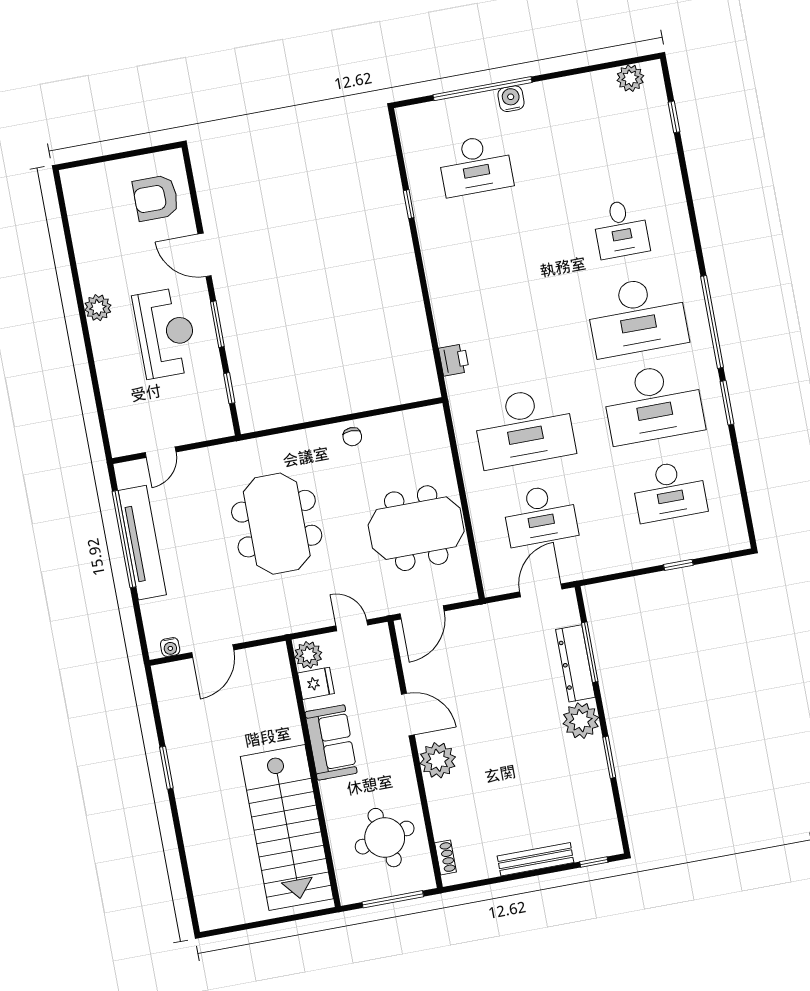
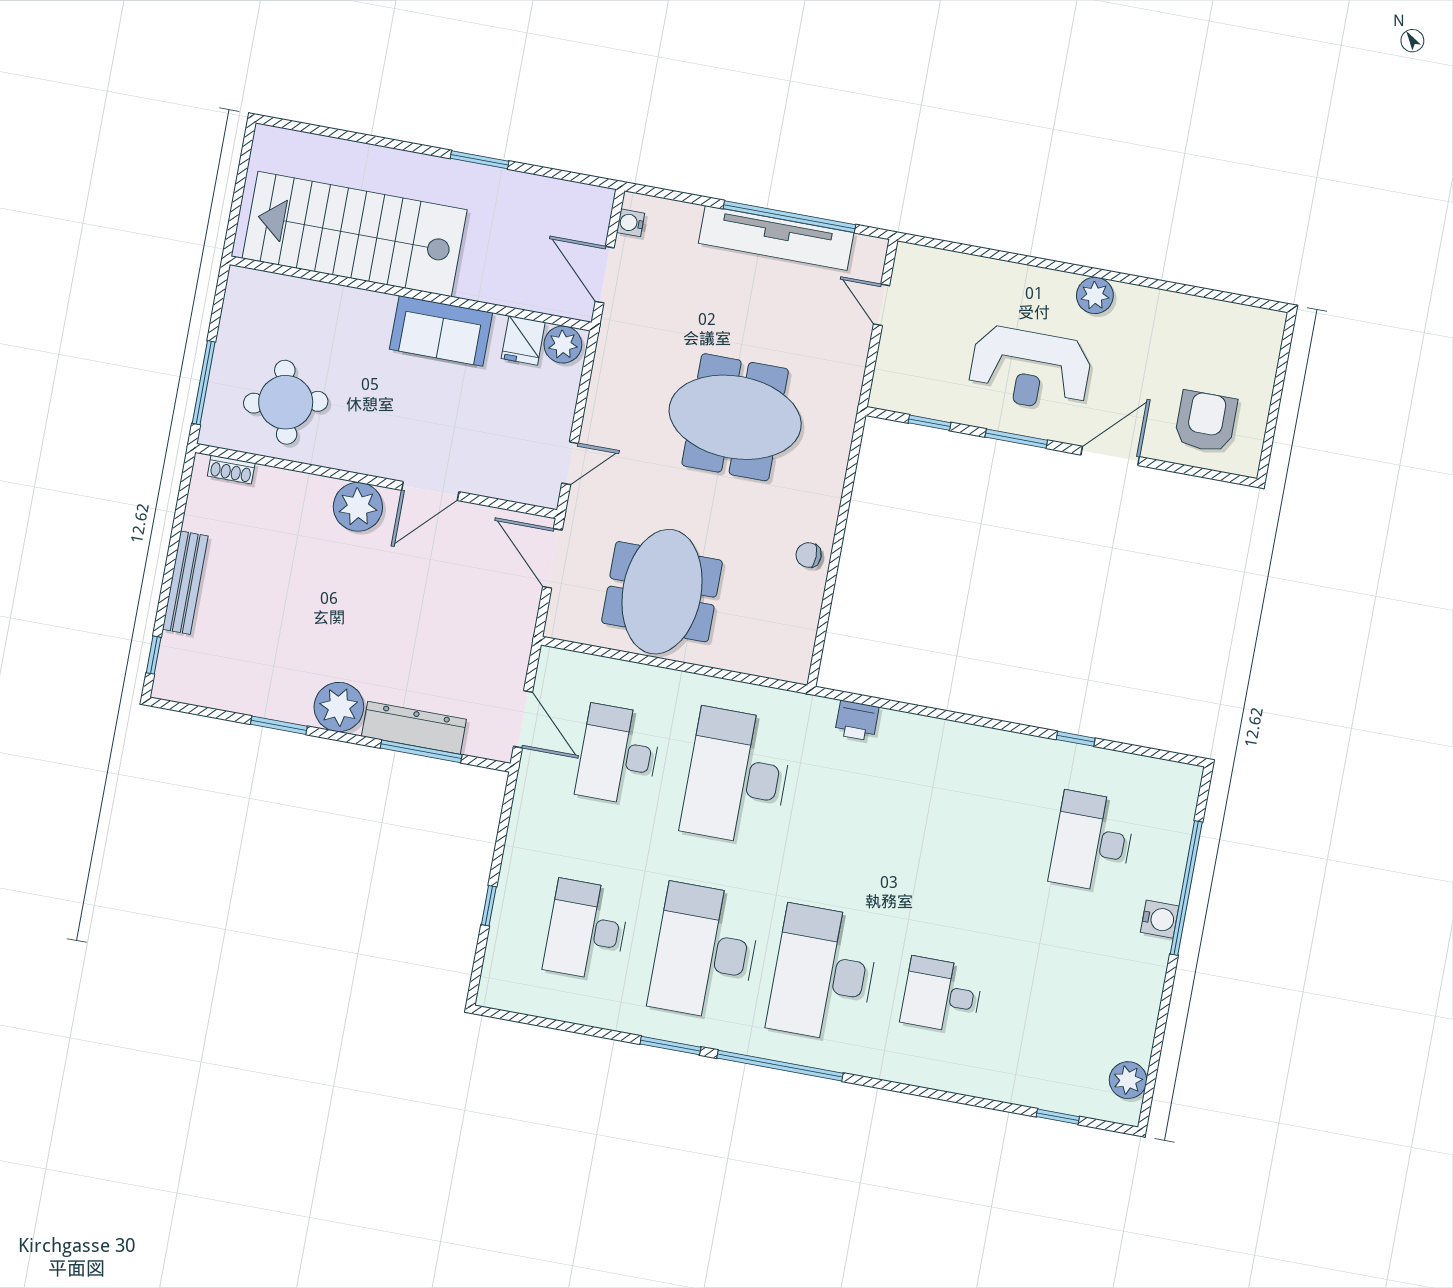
plant: (308, 655) -> (563, 344), moved
fridge: (316, 683) -> (523, 340), moved
sofa: (331, 742) -> (441, 331), moved
wall: (313, 773) -> (411, 293), moved
stairs: (287, 828) -> (355, 234), moved

